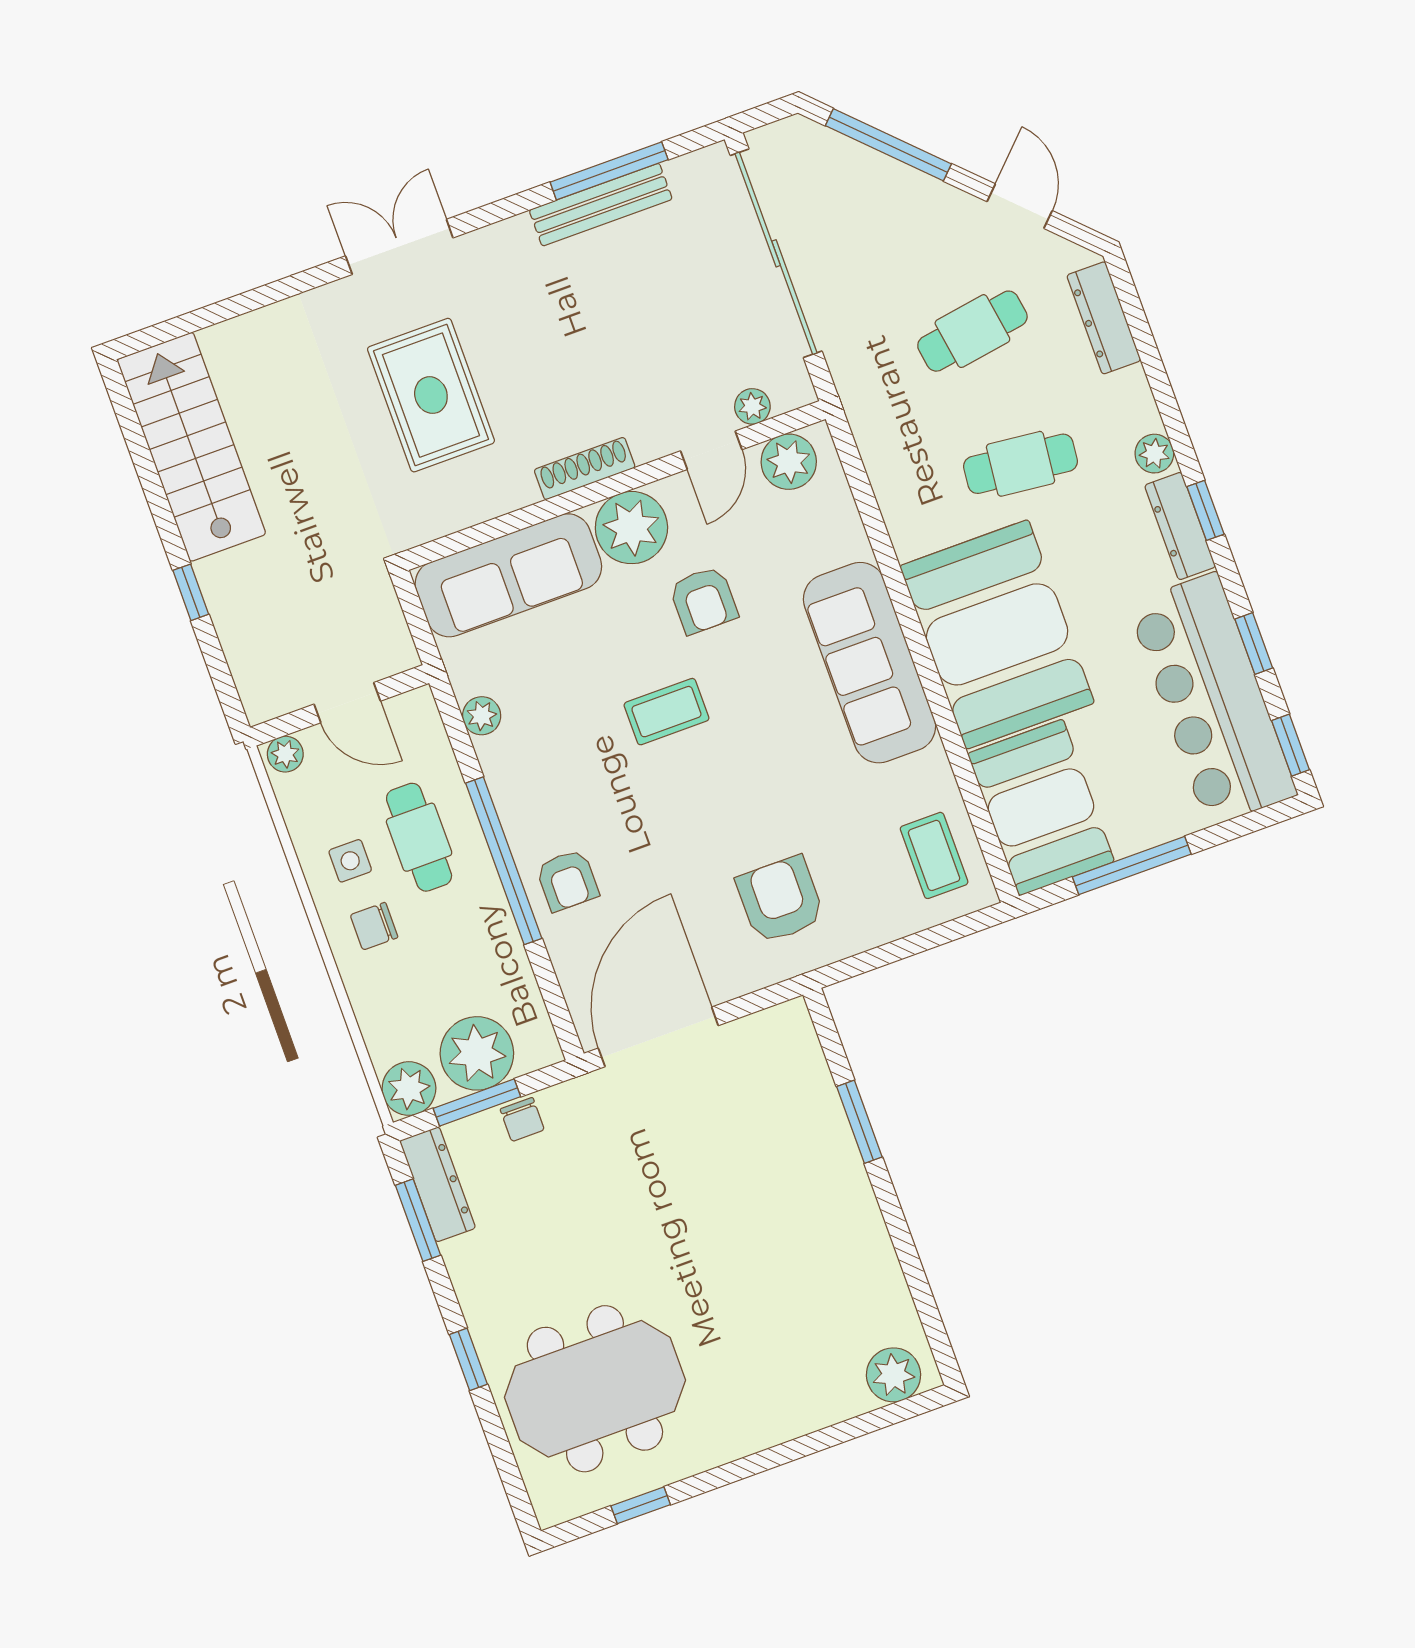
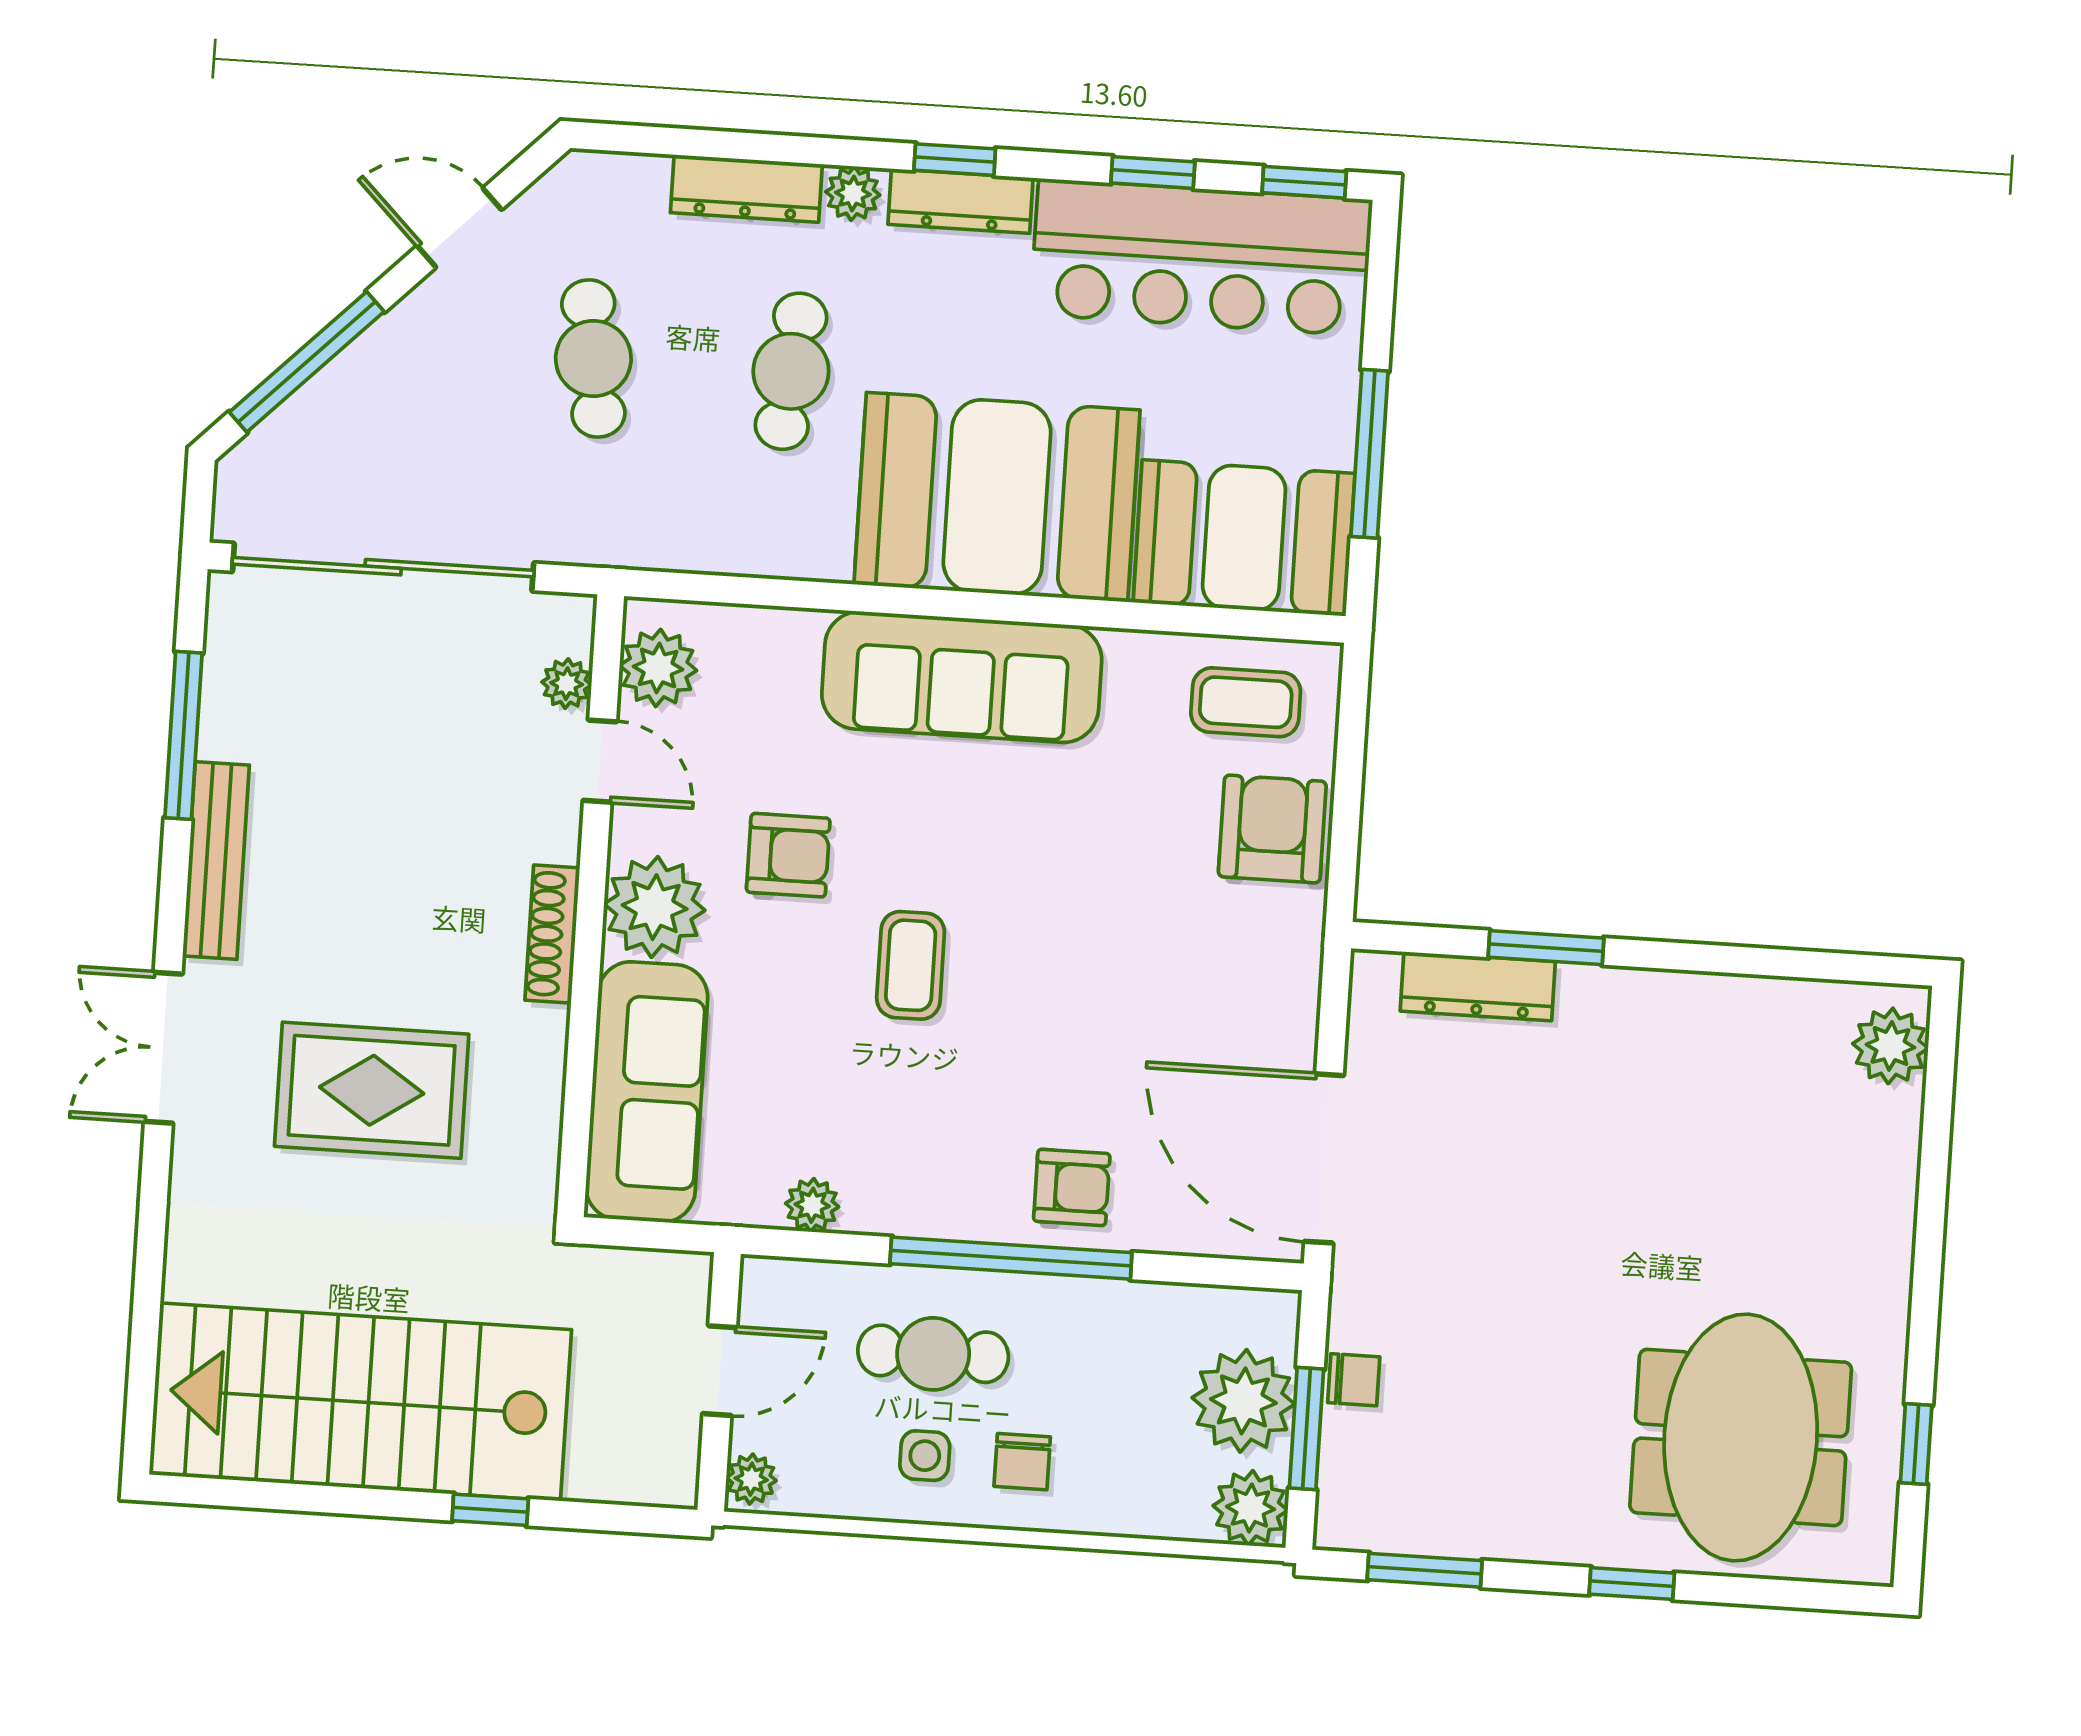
bench: (601, 205) -> (216, 861), moved
dresser: (1104, 318) -> (746, 188), moved
stairs: (191, 447) -> (360, 1402), width x1.36, depth x1.51
armchair: (780, 900) -> (1272, 829), moved, turned 90
dresser: (438, 1184) -> (1478, 986), moved, turned 180

